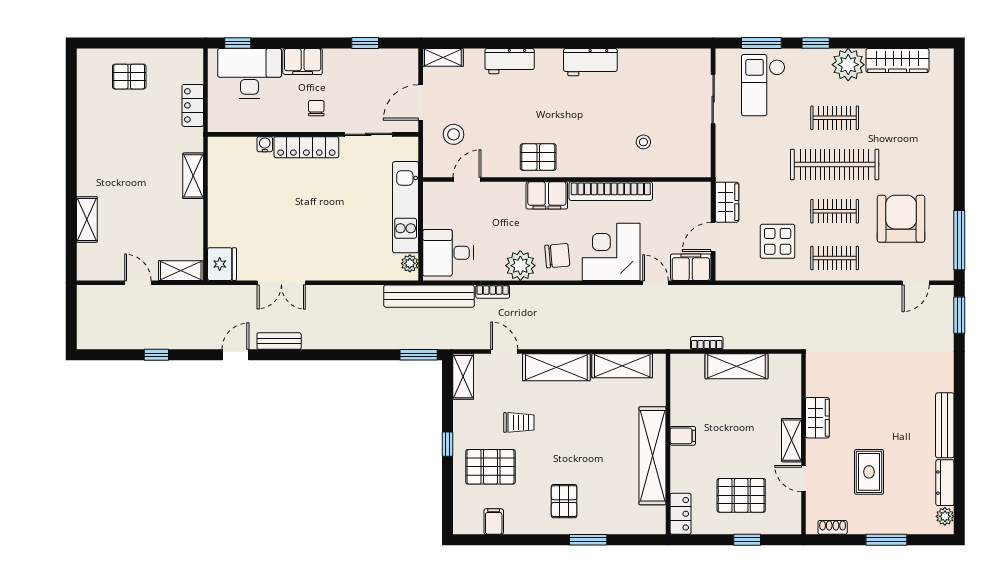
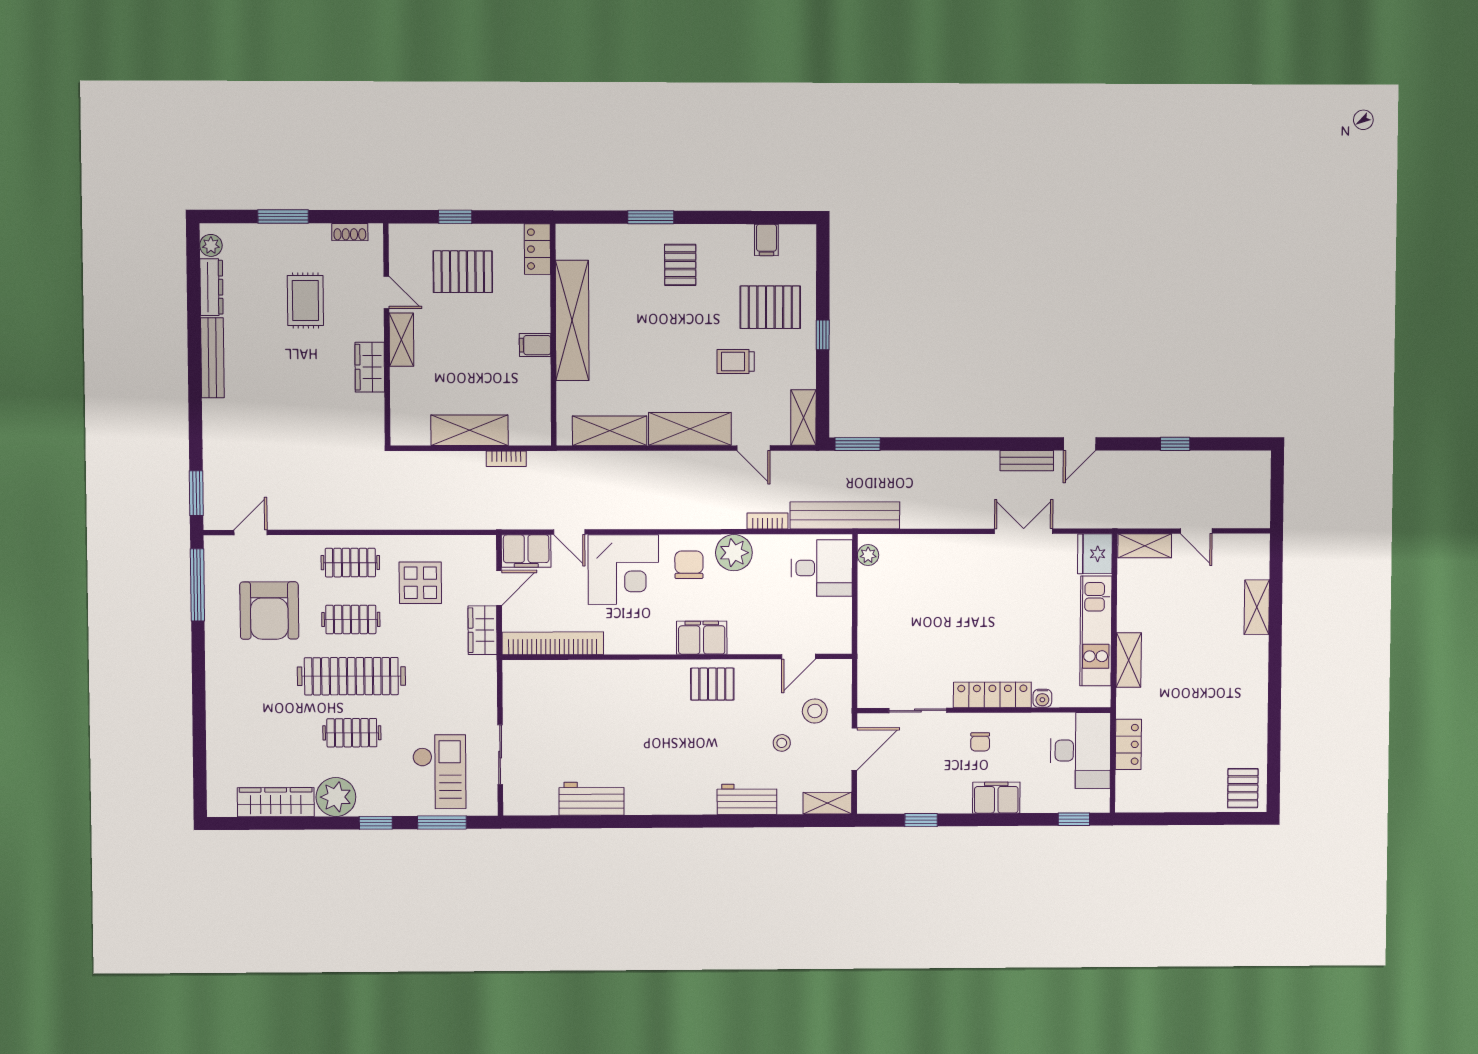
workbench: (590, 62) -> (591, 799), moved
desk: (250, 73) -> (1080, 751), moved, turned -90
pallet: (129, 77) -> (1243, 788), moved, turned 90
stool: (643, 142) -> (782, 743), moved
bookcase: (611, 191) -> (553, 643), moved
kitchen unit: (406, 207) -> (1096, 631), moved, turned 180
chair: (557, 256) -> (689, 565), turned 95

